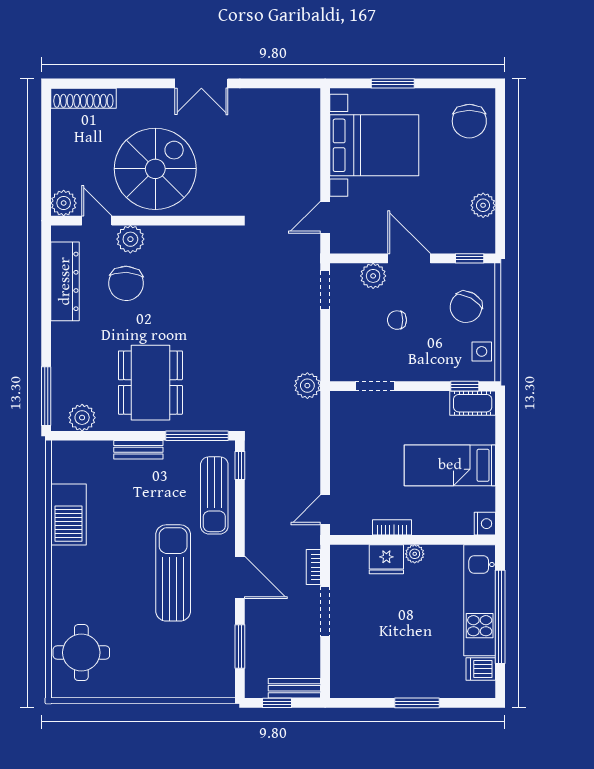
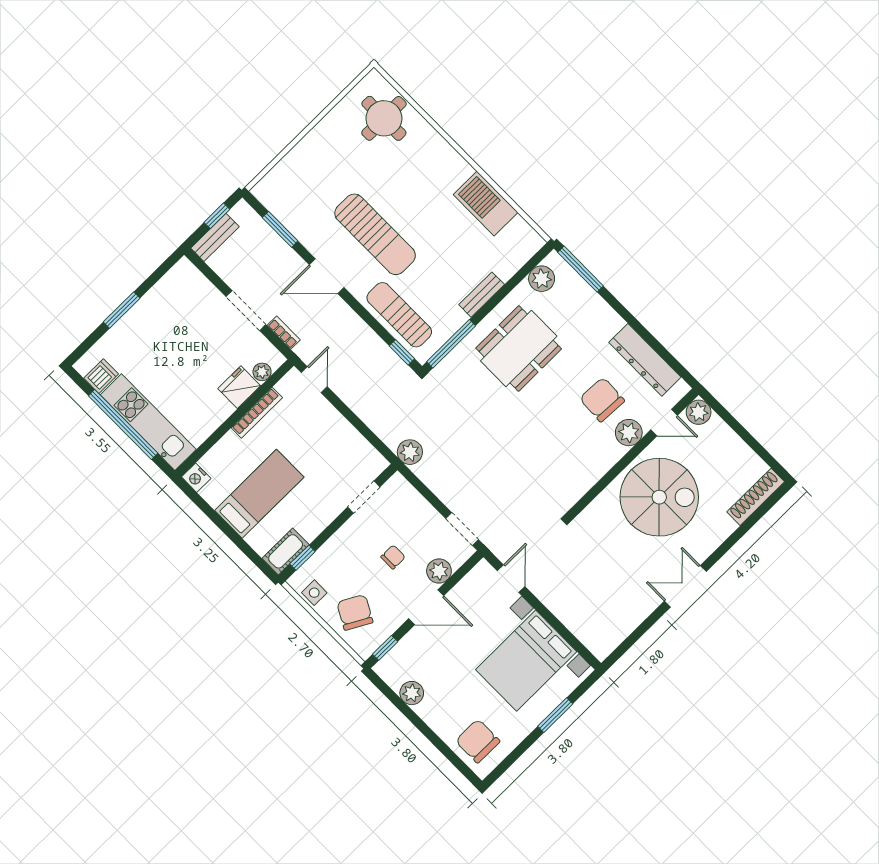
spiral stairs: (155, 169) -> (659, 497), turned -90
dining table: (150, 383) -> (519, 348), turned 90
bookcase: (392, 527) -> (257, 413), width x1.56
plant: (415, 554) -> (262, 372), moved

